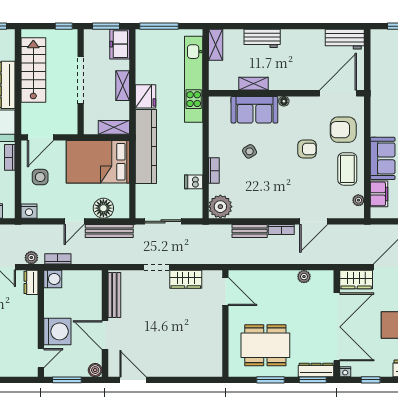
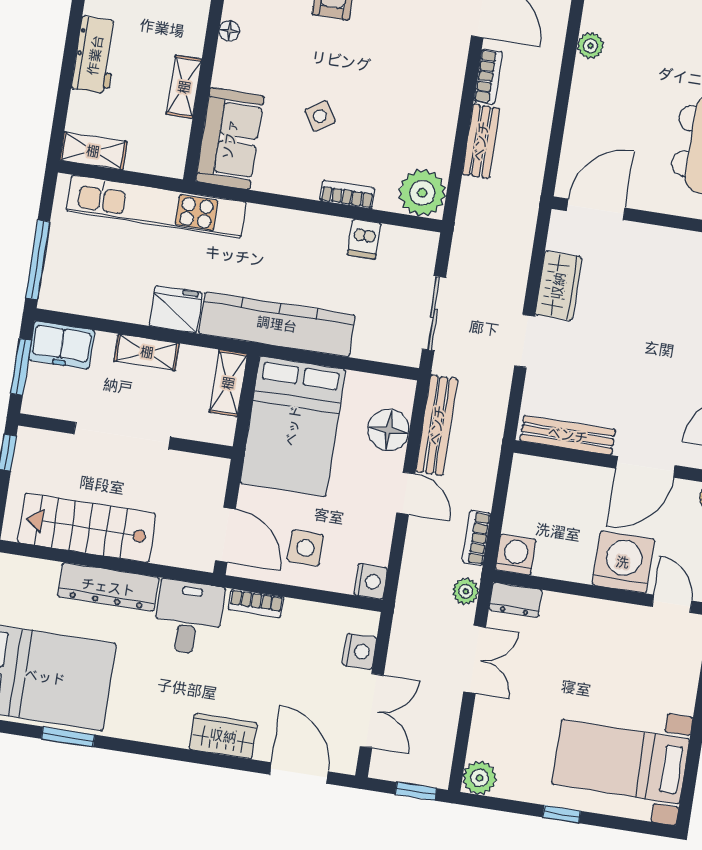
sofa: (254, 110) -> (230, 139), moved

